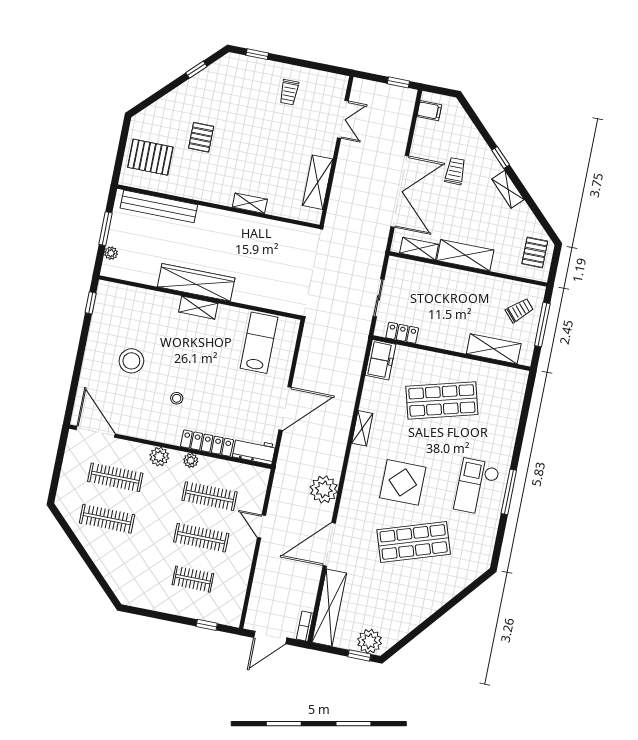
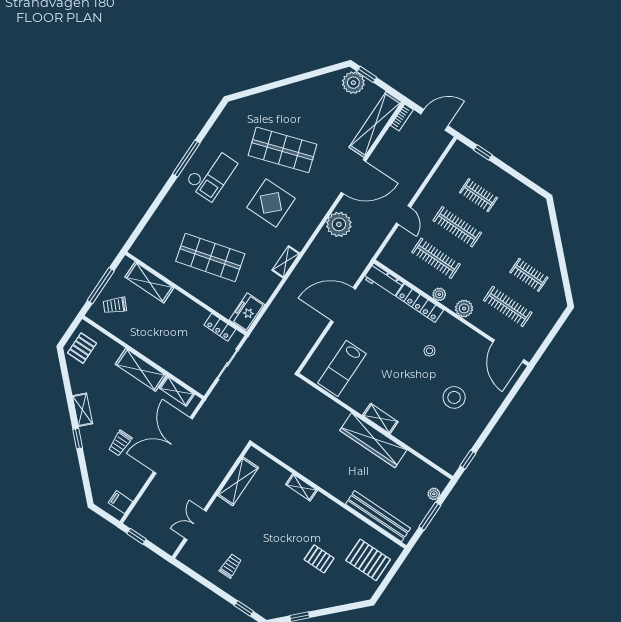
pallet: (201, 137) -> (319, 559), turned 90
clothes rail: (107, 519) -> (529, 275), width x0.73

